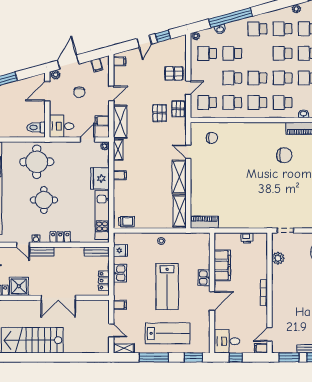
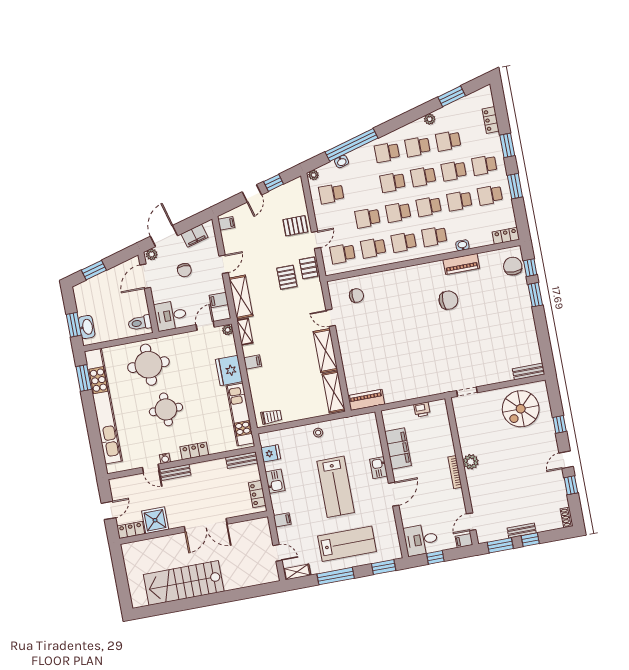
school desk: (232, 53) -> (393, 182), moved
filing cabinet: (97, 65) -> (195, 236), width x2.00
plant: (278, 258) -> (471, 462), moved

